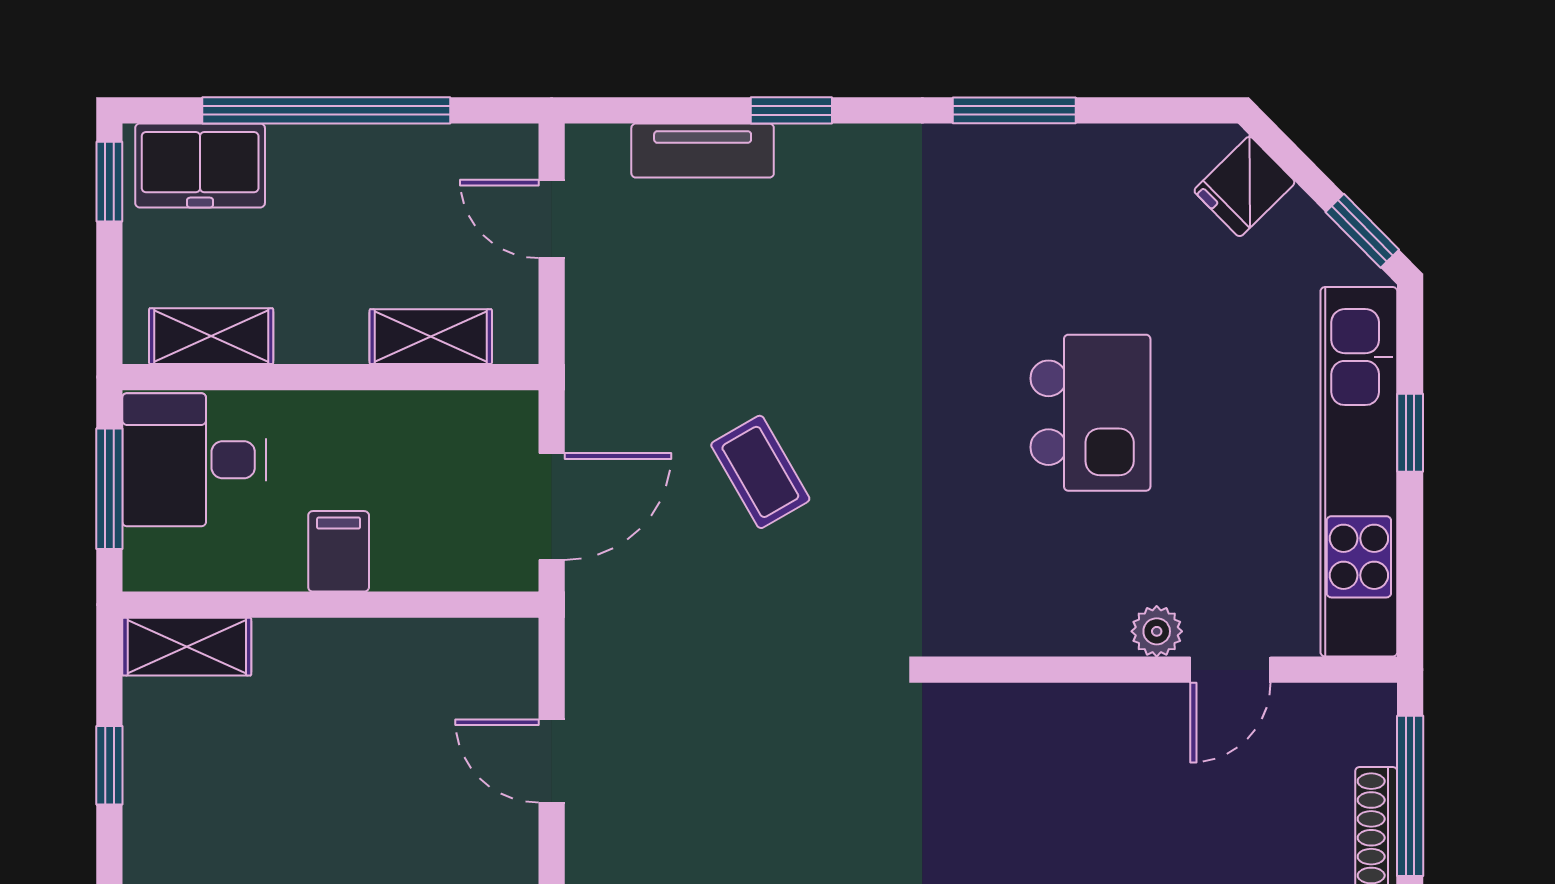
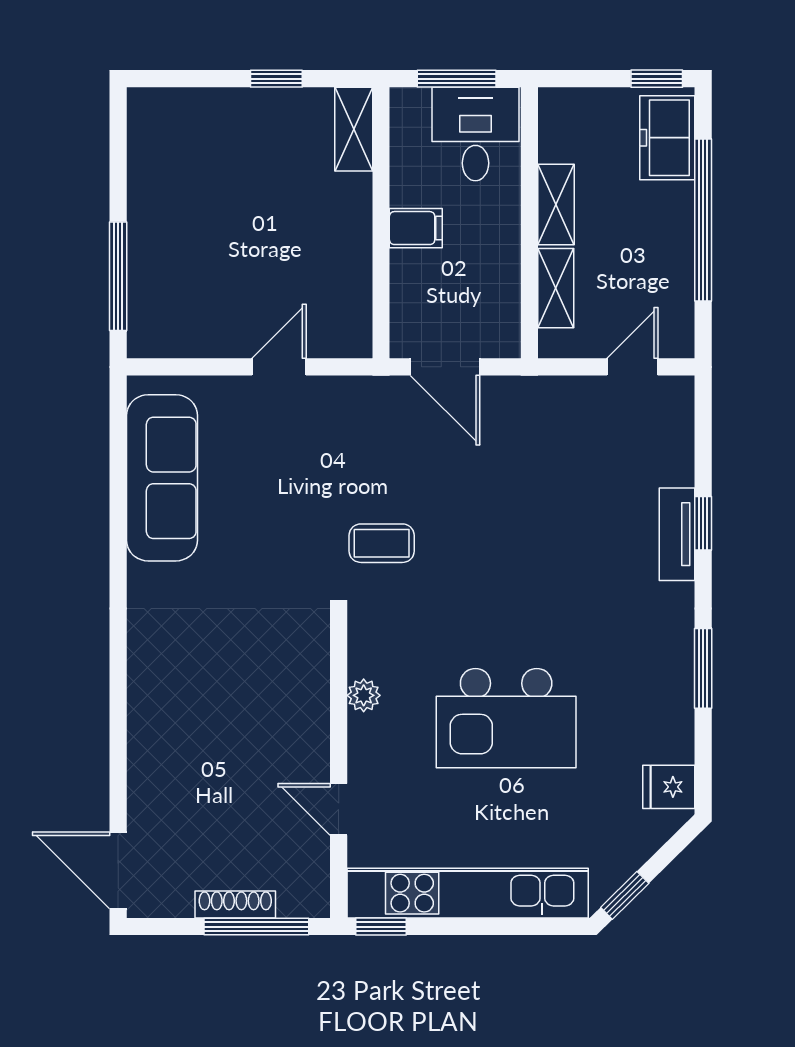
tv unit: (703, 151) -> (677, 534), moved
fridge: (1244, 186) -> (669, 787), moved, turned -45
shelving: (211, 336) -> (556, 204), moved
kitchen island: (1090, 413) -> (506, 718), width x1.37, depth x1.28
window: (1410, 433) -> (381, 927), moved
coffee table: (760, 472) -> (382, 543), moved, turned 30
plant: (1157, 631) -> (364, 695), moved

